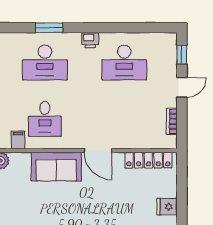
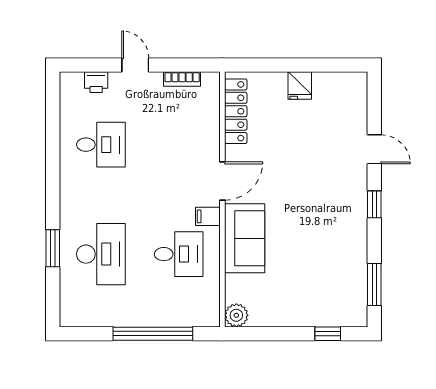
printer: (90, 40) -> (96, 82), moved, turned 90
window: (182, 55) -> (90, 65), removed
desk: (124, 62) -> (101, 145), width x0.73
filing cabinet: (18, 140) -> (208, 216), moved

